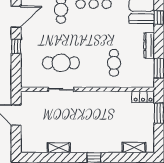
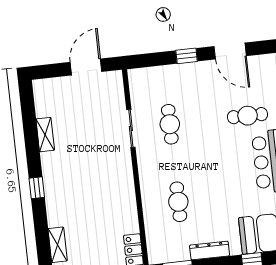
cafe table: (61, 63) -> (170, 124), width x0.73, depth x0.74
cafe table: (114, 63) -> (178, 202), turned 90

